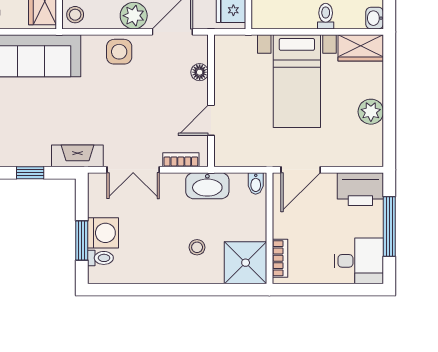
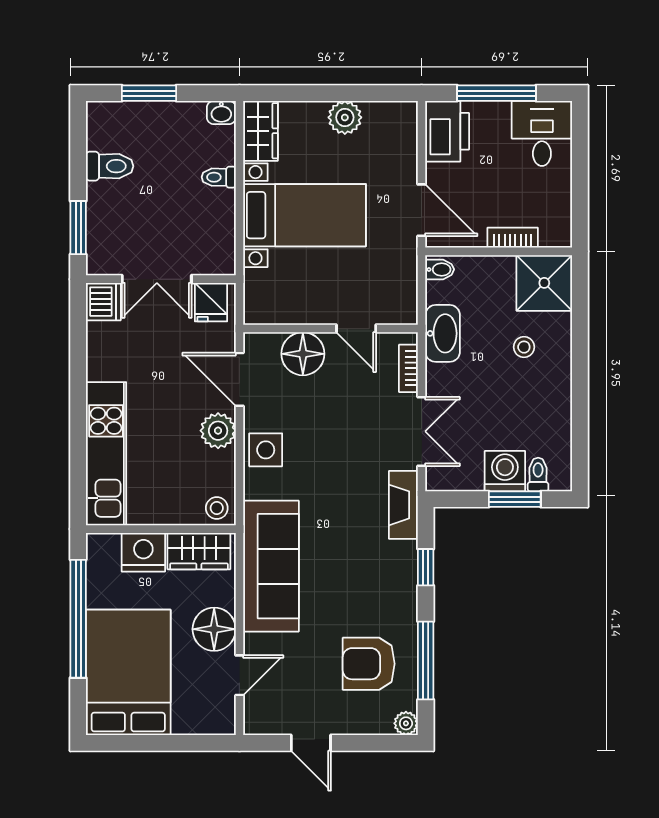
floor lamp: (200, 72) -> (303, 354), width x1.89, depth x1.89
bookcase: (280, 258) -> (513, 238), moved

